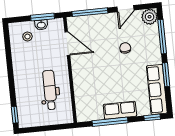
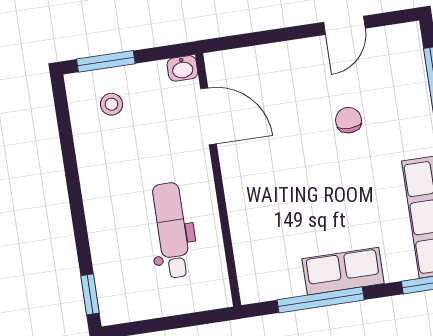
window: (90, 12) -> (259, 38), removed
window: (42, 17) -> (106, 61), moved
plant: (150, 17) -> (403, 42), removed
washbasin: (41, 25) -> (182, 68), moved

